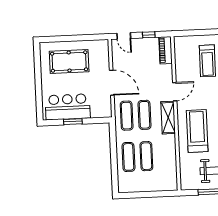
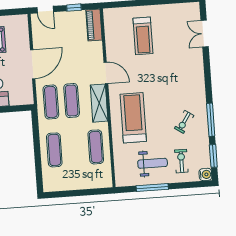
door: (112, 83) -> (33, 64), hinge flipped
door: (175, 92) -> (106, 73), hinge flipped
exercise mat: (146, 156) -> (96, 147), moved

